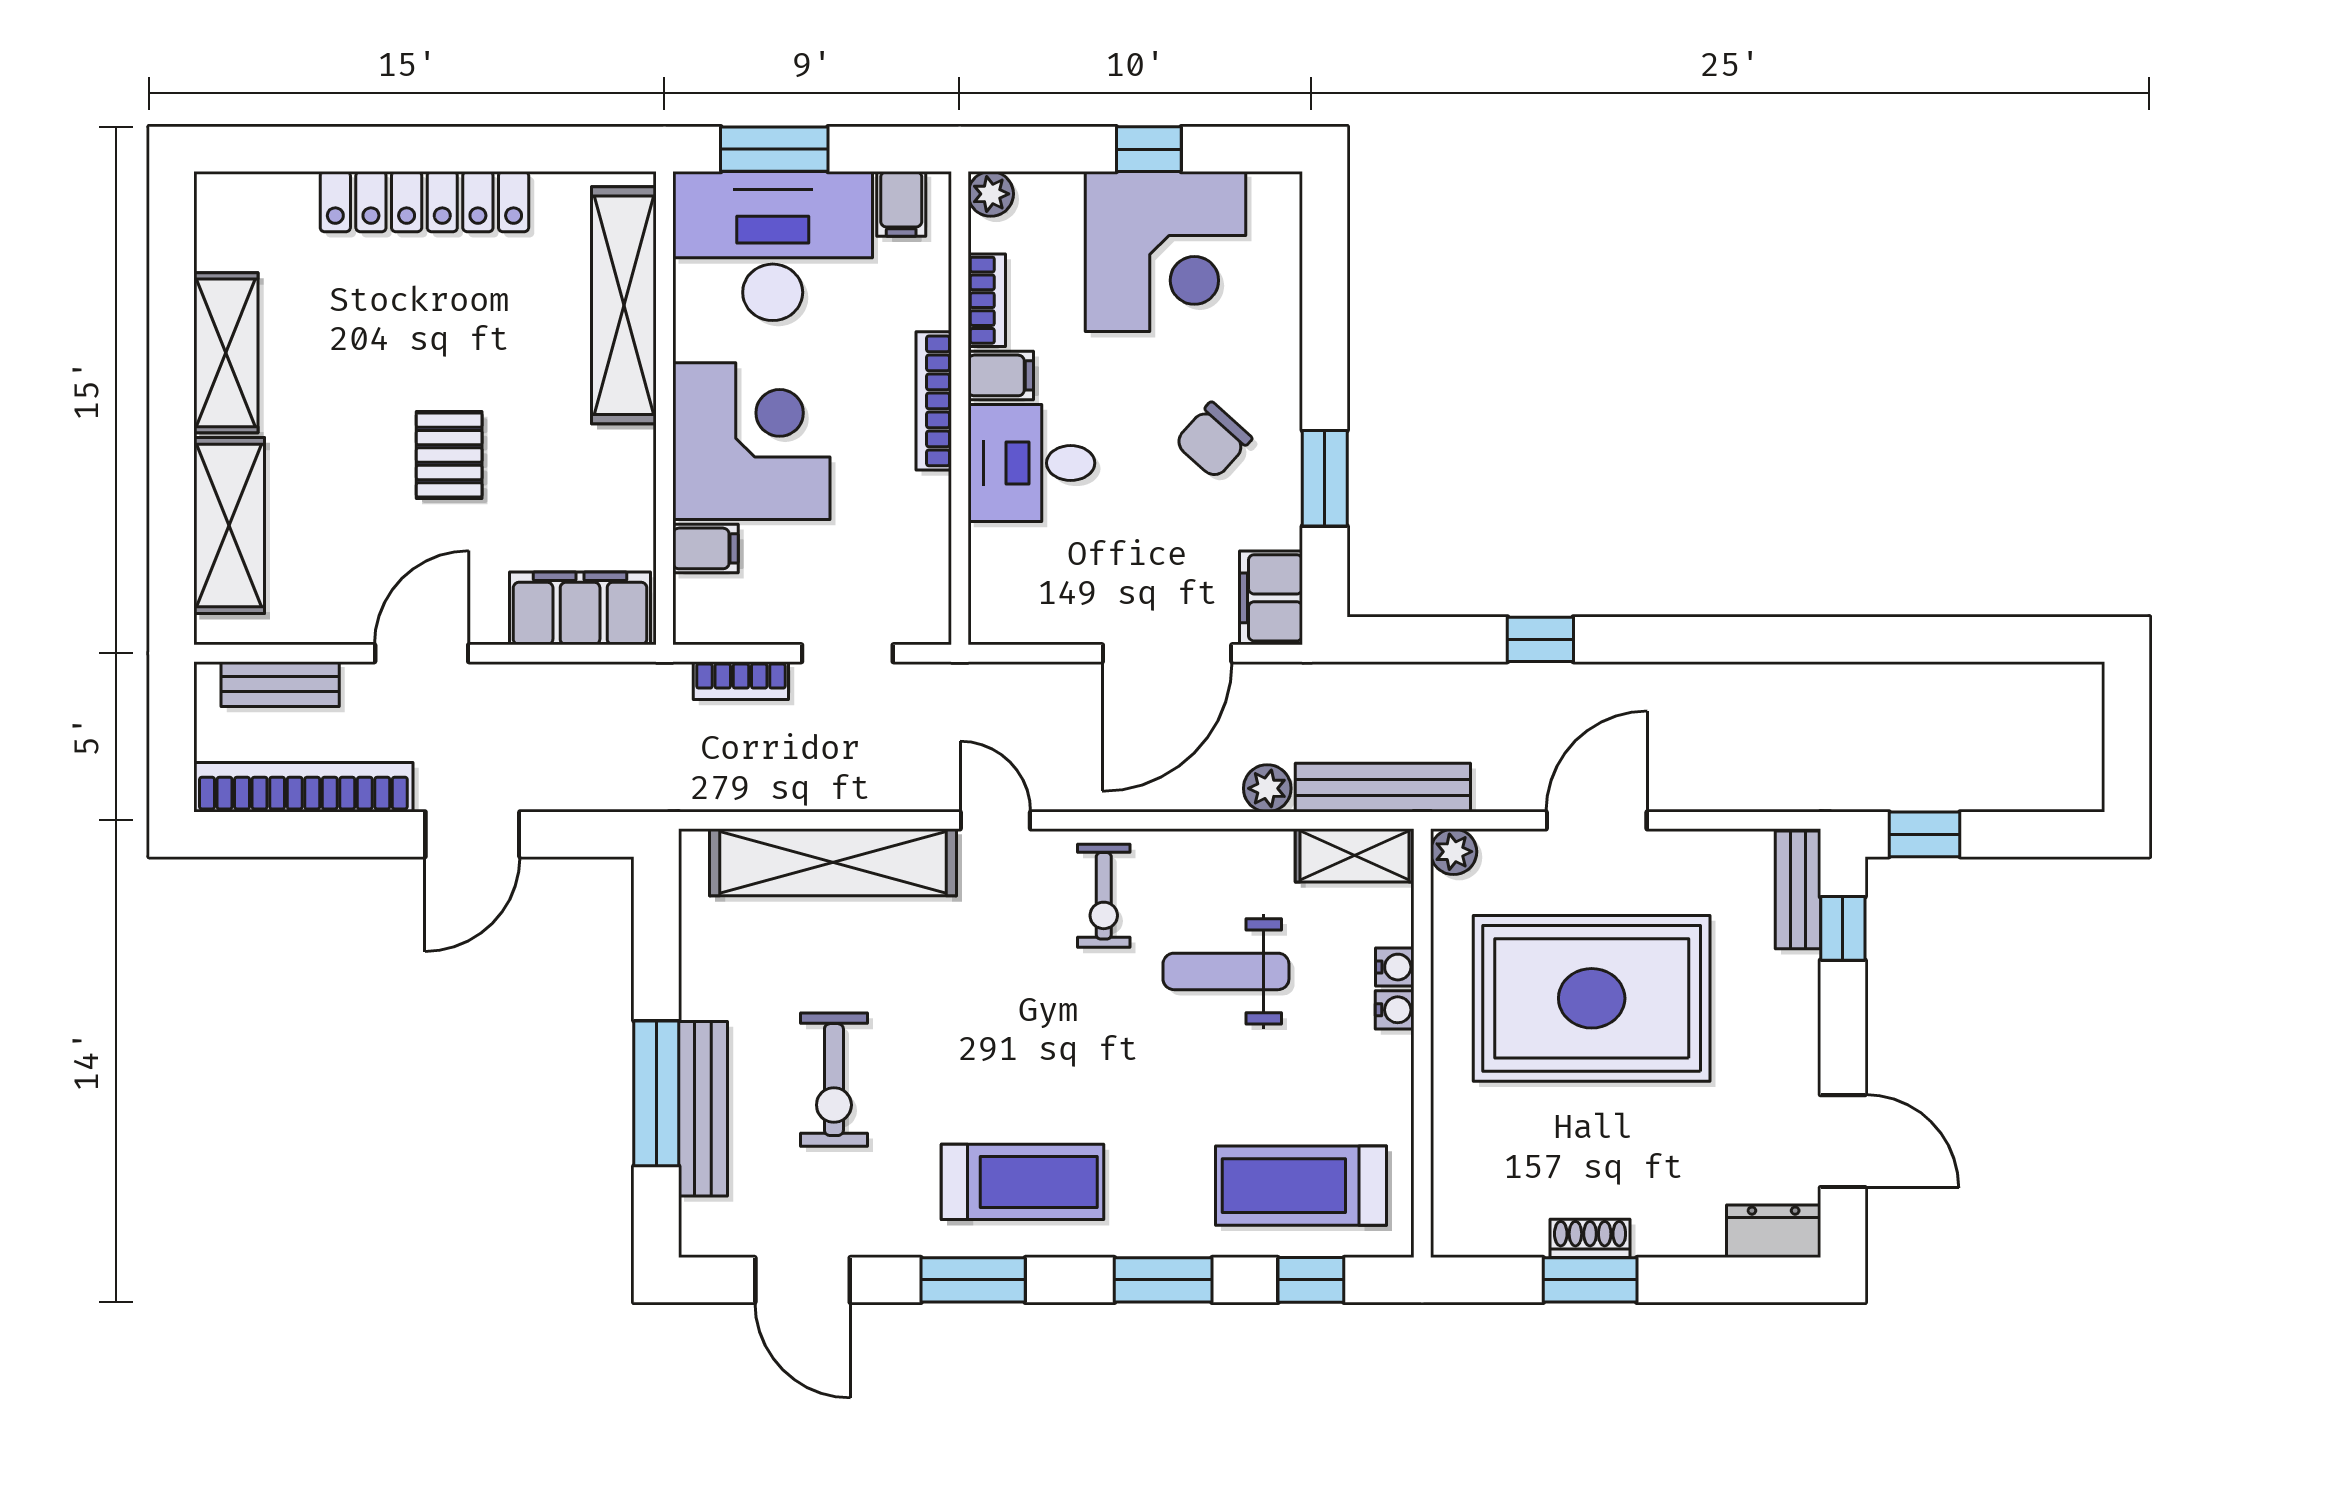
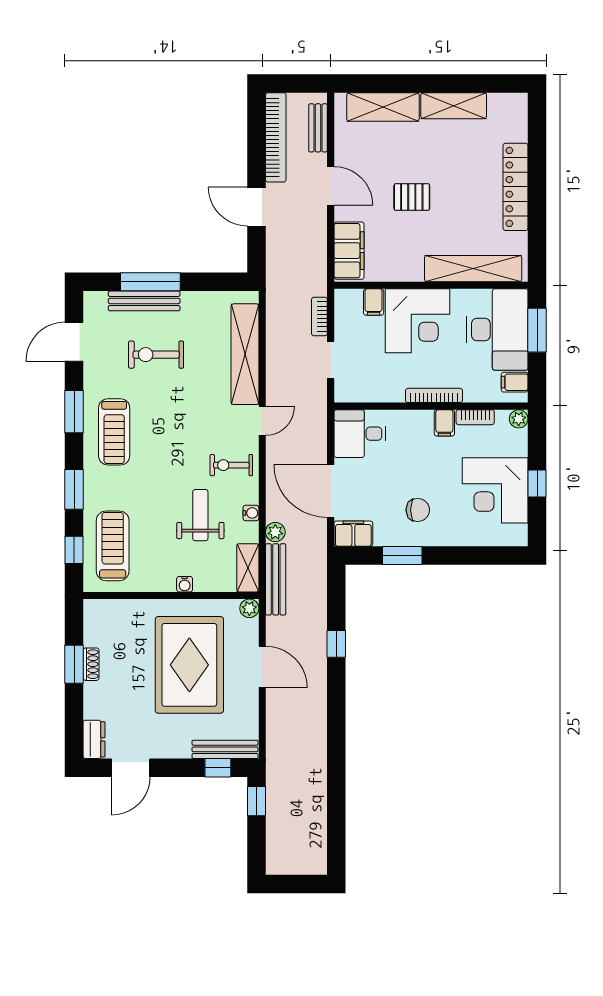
chair: (1213, 440) -> (418, 510), turned 138
desk: (1031, 463) -> (360, 434), moved, turned -90
bench: (1798, 890) -> (225, 749), width x1.36
water cooler: (1395, 967) -> (251, 513), moved, turned -90

